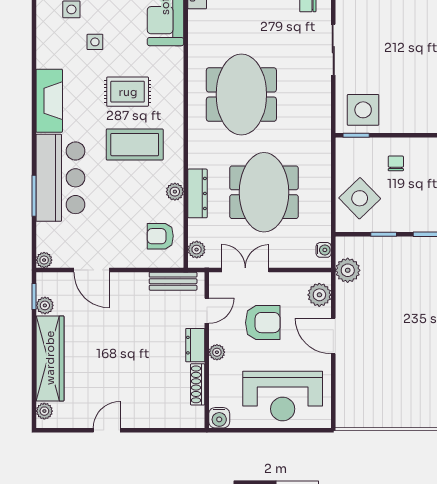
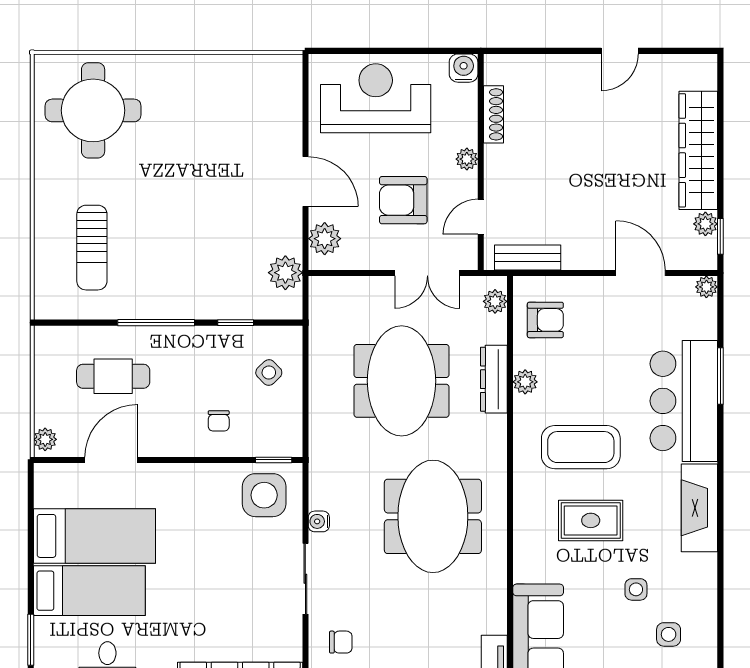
side table: (360, 198) -> (269, 373), width x0.54, depth x0.54
water cooler: (324, 250) -> (319, 521), moved
dresser: (195, 345) -> (497, 169), removed
plant: (44, 411) -> (706, 77), removed

